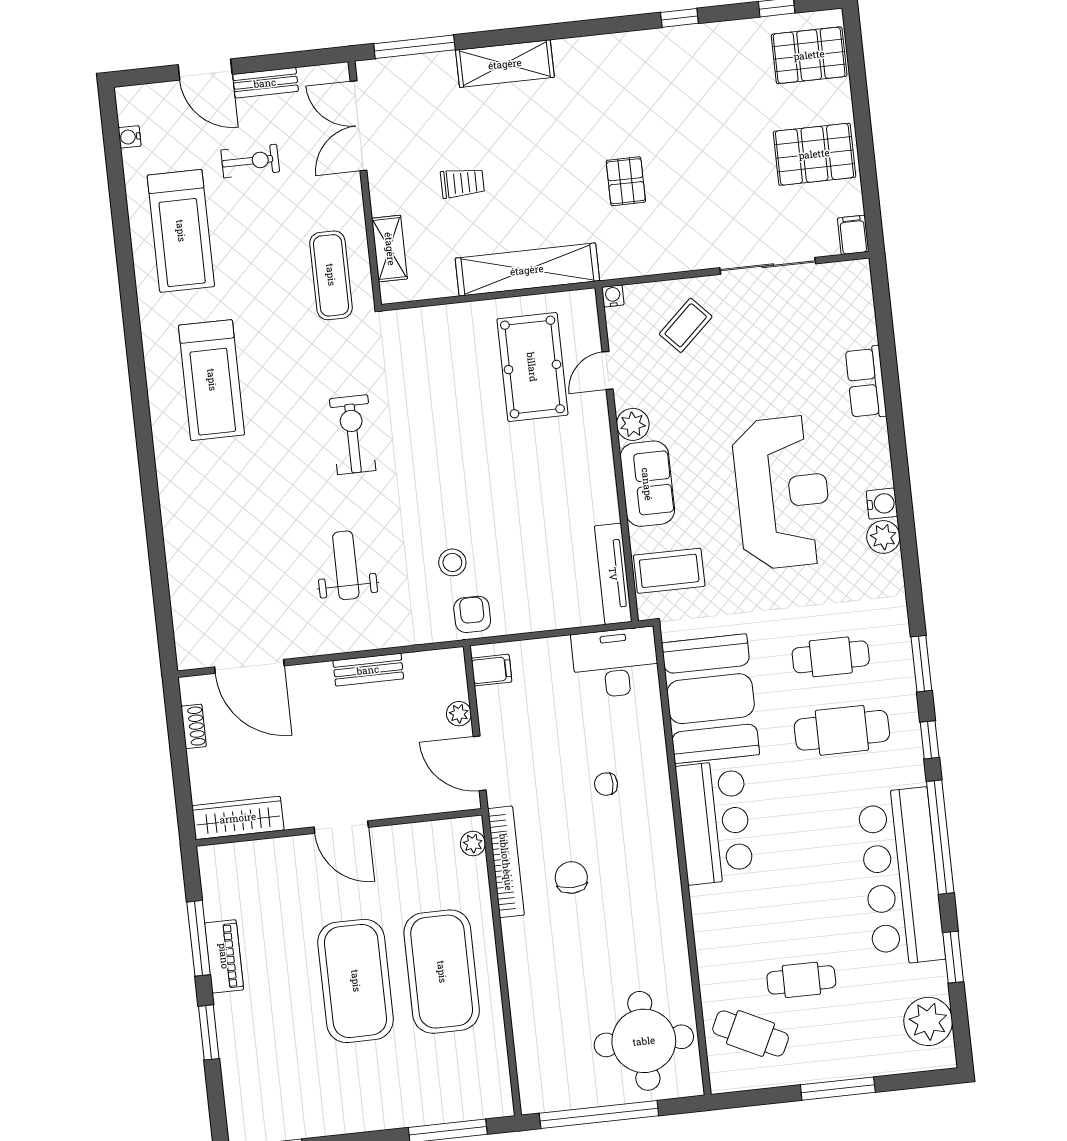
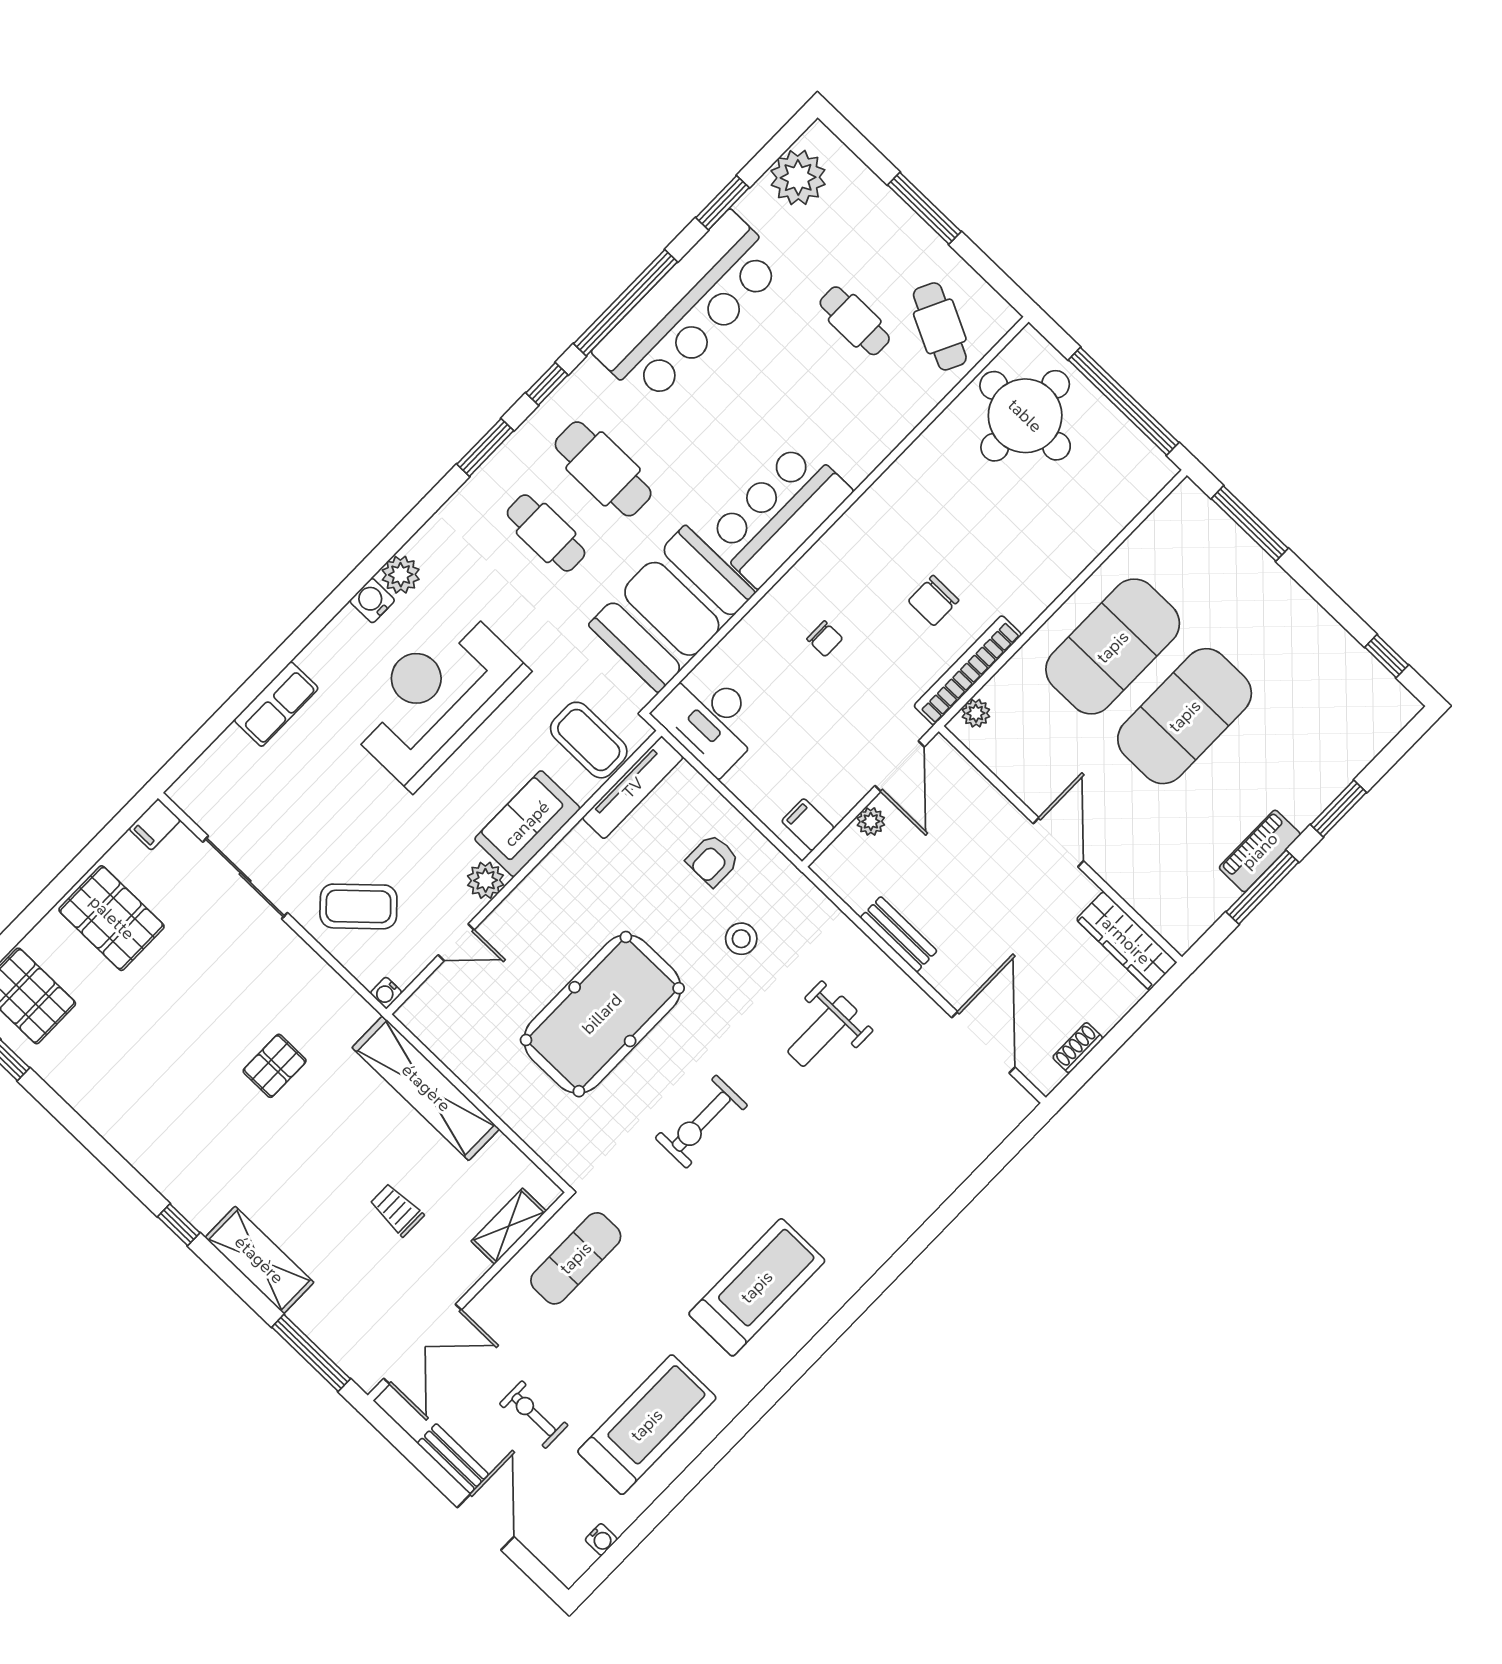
window: (679, 18) -> (179, 1225), moved
coffee table: (686, 325) -> (358, 906), width x1.36, depth x1.30
pool table: (532, 367) -> (602, 1014), moved, width x1.36, depth x1.32
armchair: (472, 614) -> (713, 860), moved

